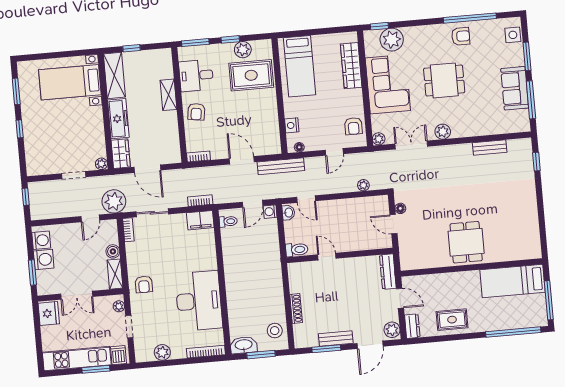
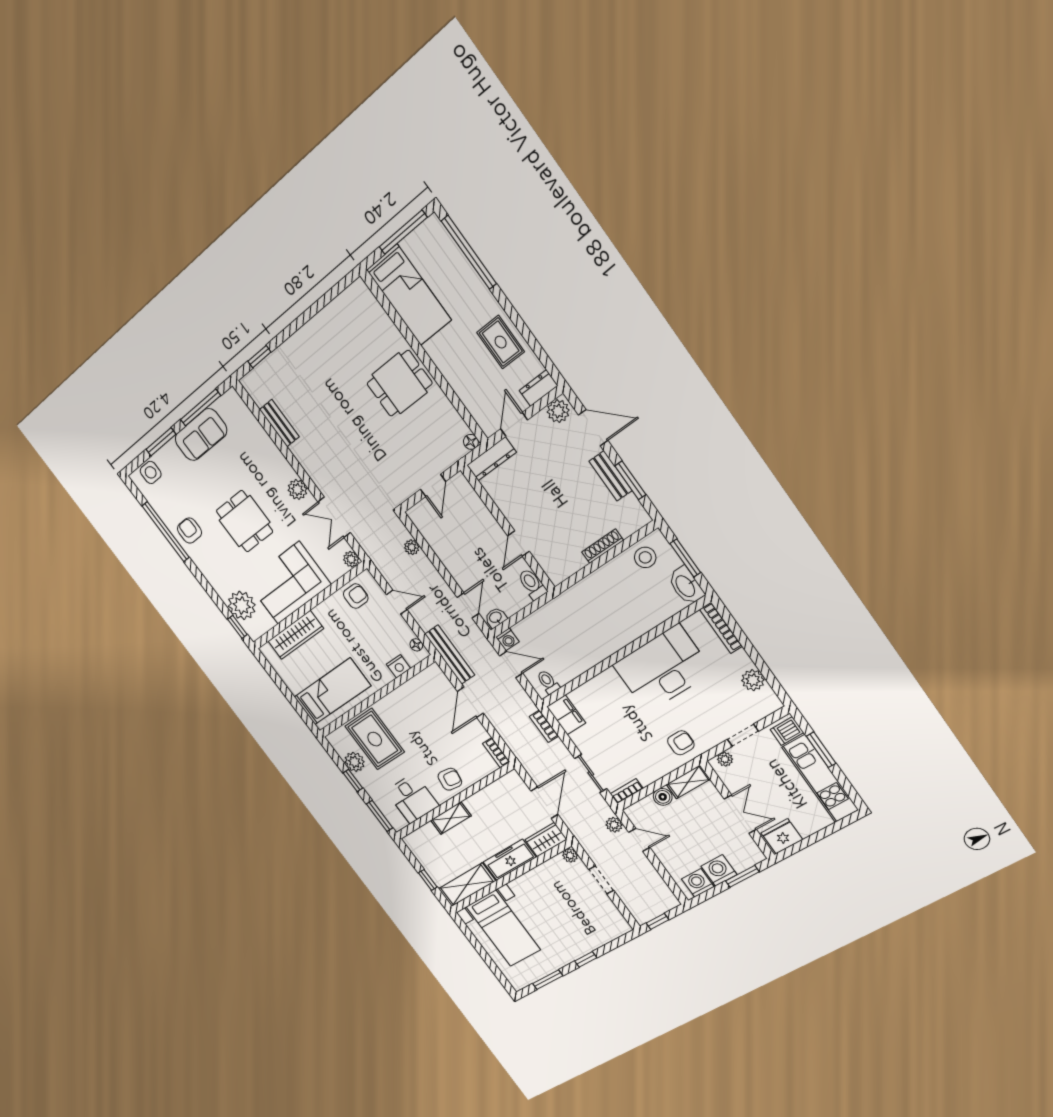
plant: (114, 201) -> (614, 825), width x0.53, depth x0.53
floor lamp: (400, 208) -> (471, 442), moved

